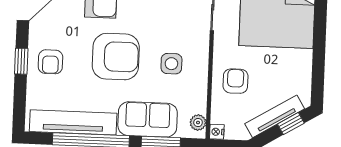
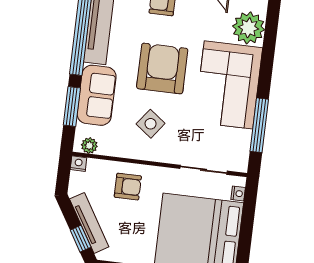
armchair: (116, 57) -> (162, 68), turned 180
side table: (171, 64) -> (151, 124), turned 37

